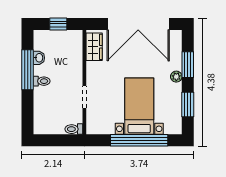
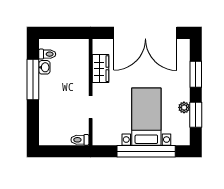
window: (58, 24) -> (64, 33), removed
wardrobe: (94, 47) -> (101, 69), moved
plant: (176, 77) -> (184, 107), moved
toilet: (42, 81) -> (47, 54), moved

